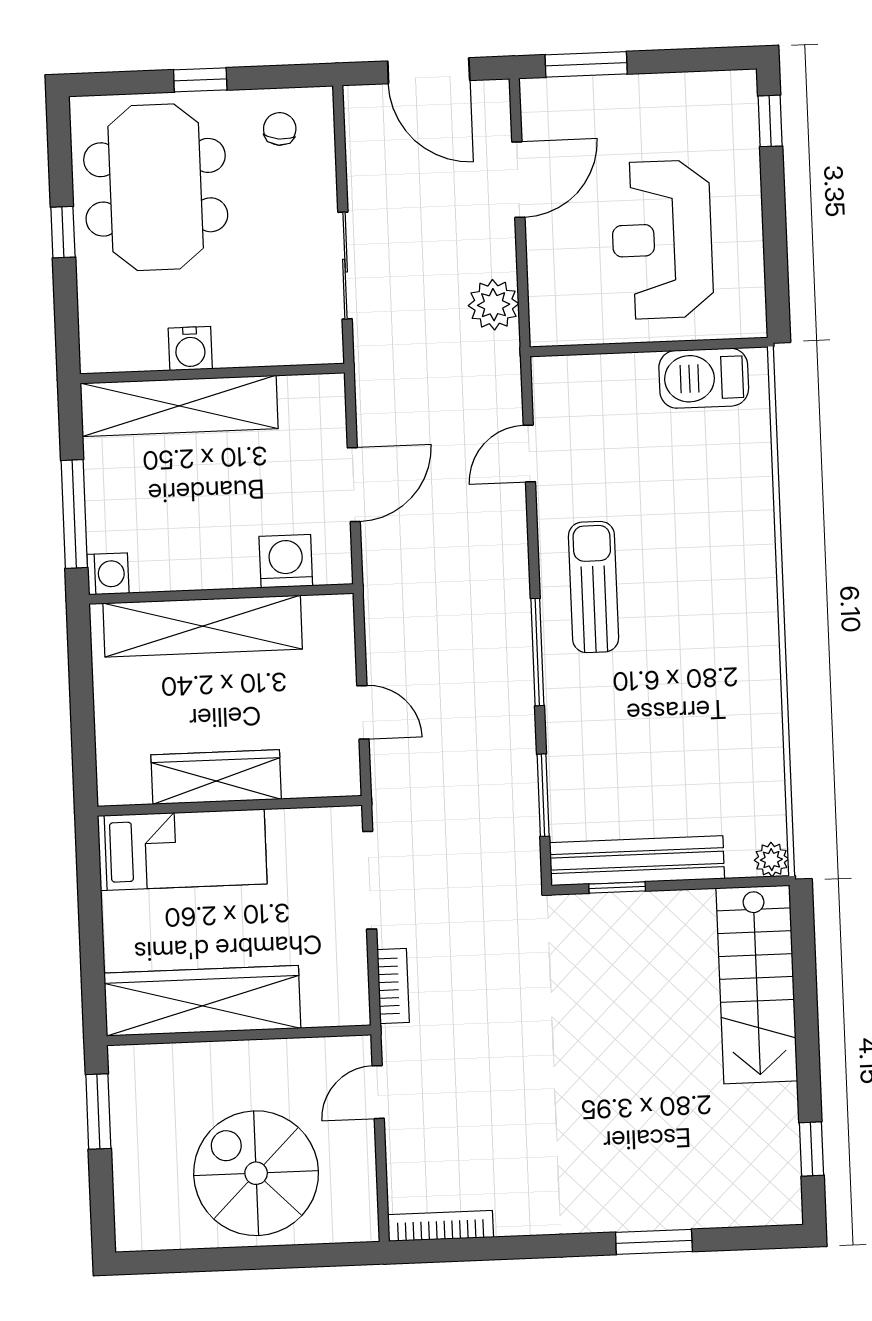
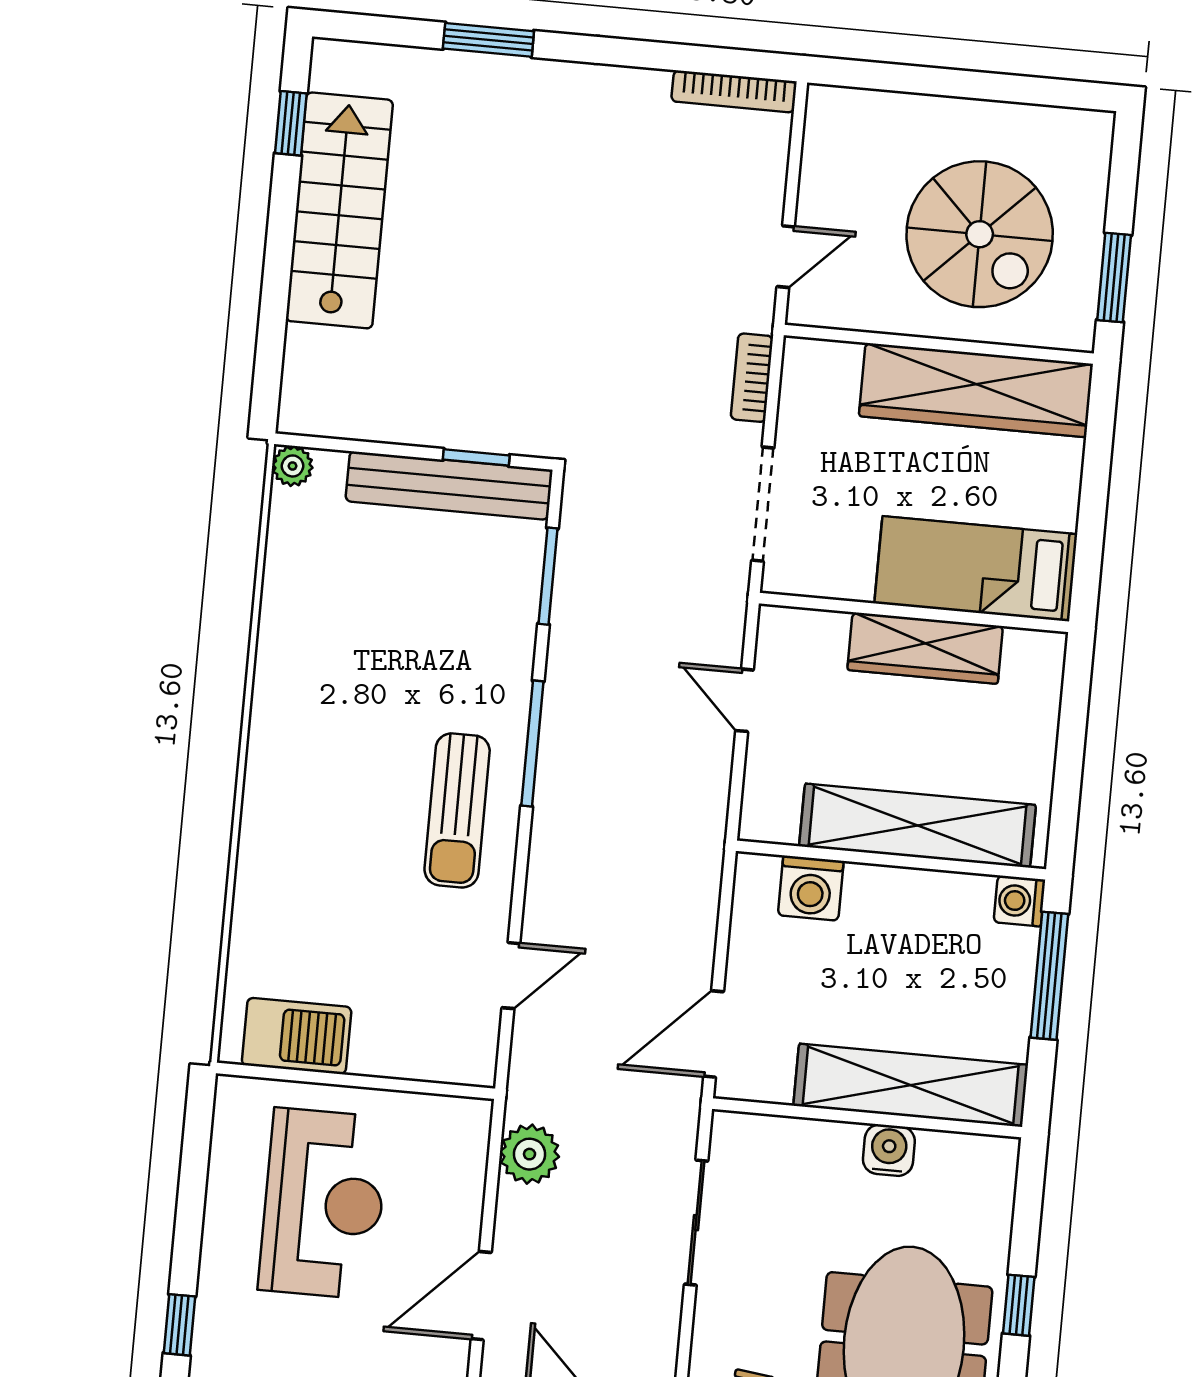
door: (354, 485) -> (714, 1034), moved
stairs: (757, 984) -> (339, 210), moved
spiral stairs: (256, 1173) -> (980, 234), moved

